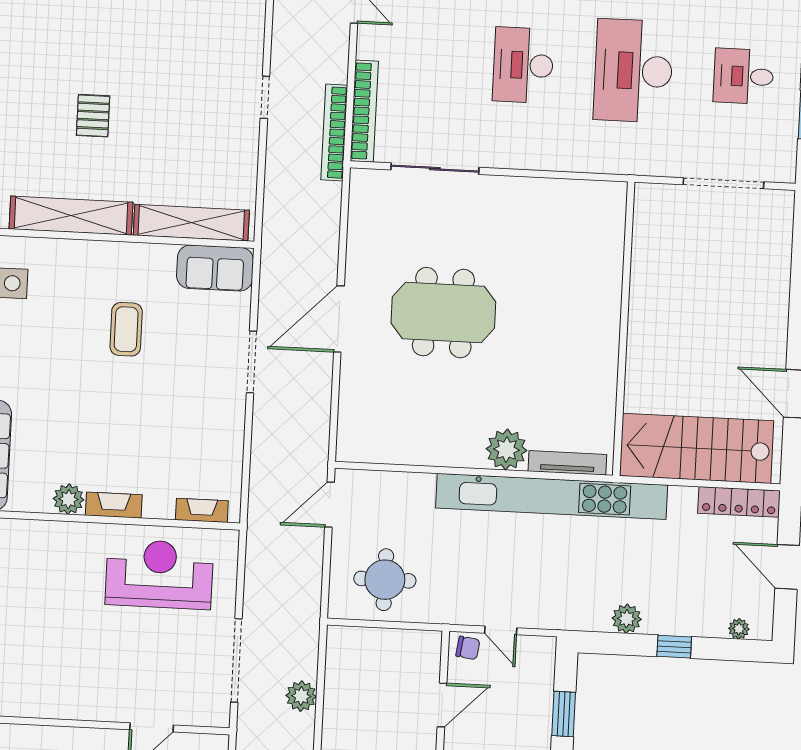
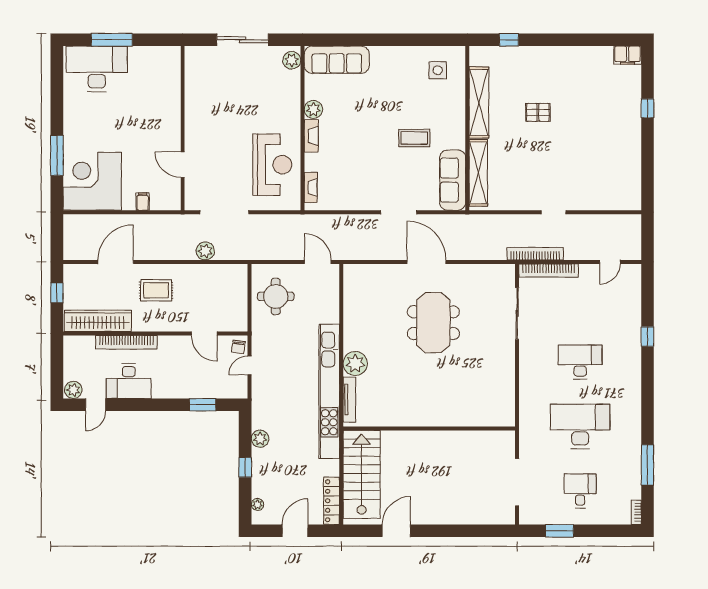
sofa: (215, 268) -> (453, 180), width x1.36

